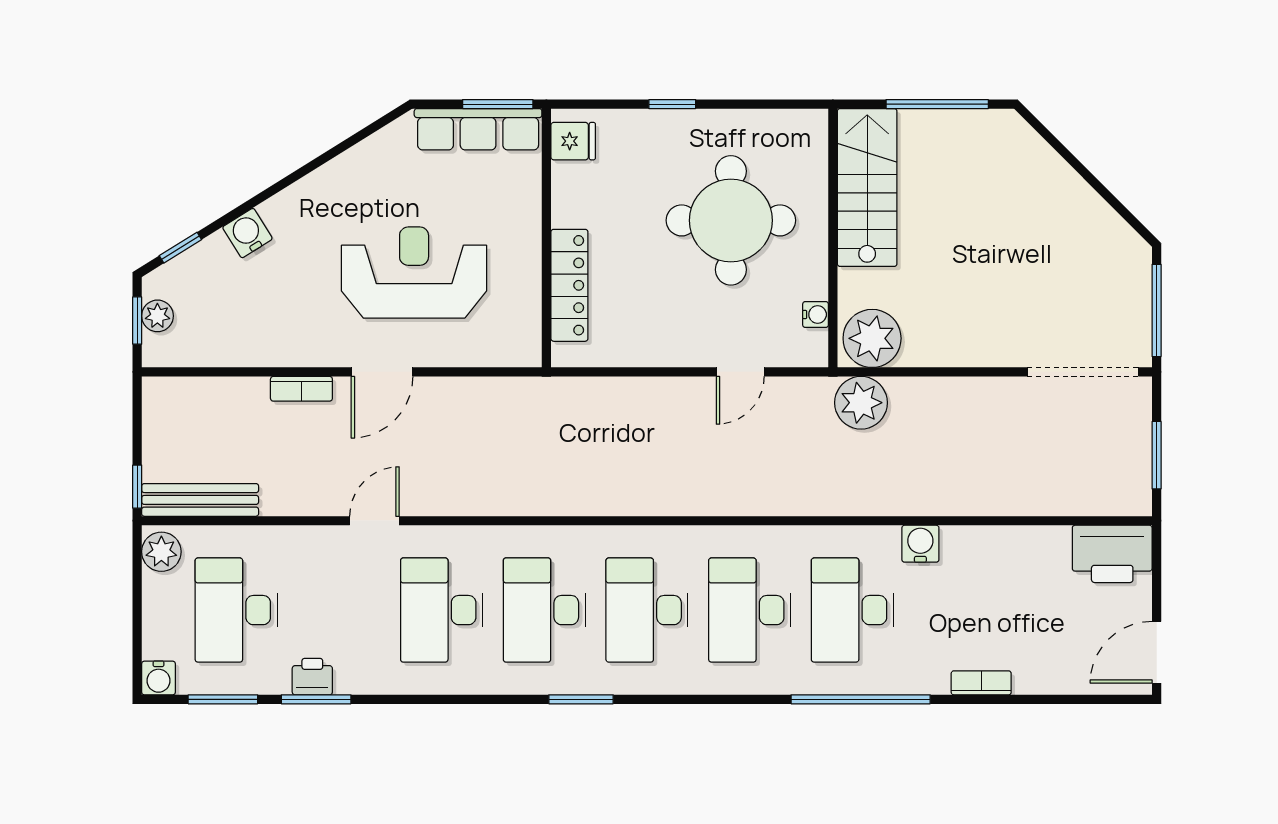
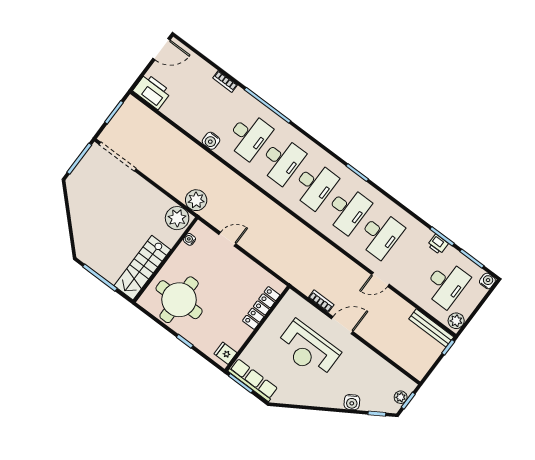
round table: (731, 220) -> (179, 300), moved
bookcase: (301, 389) -> (321, 301), moved

